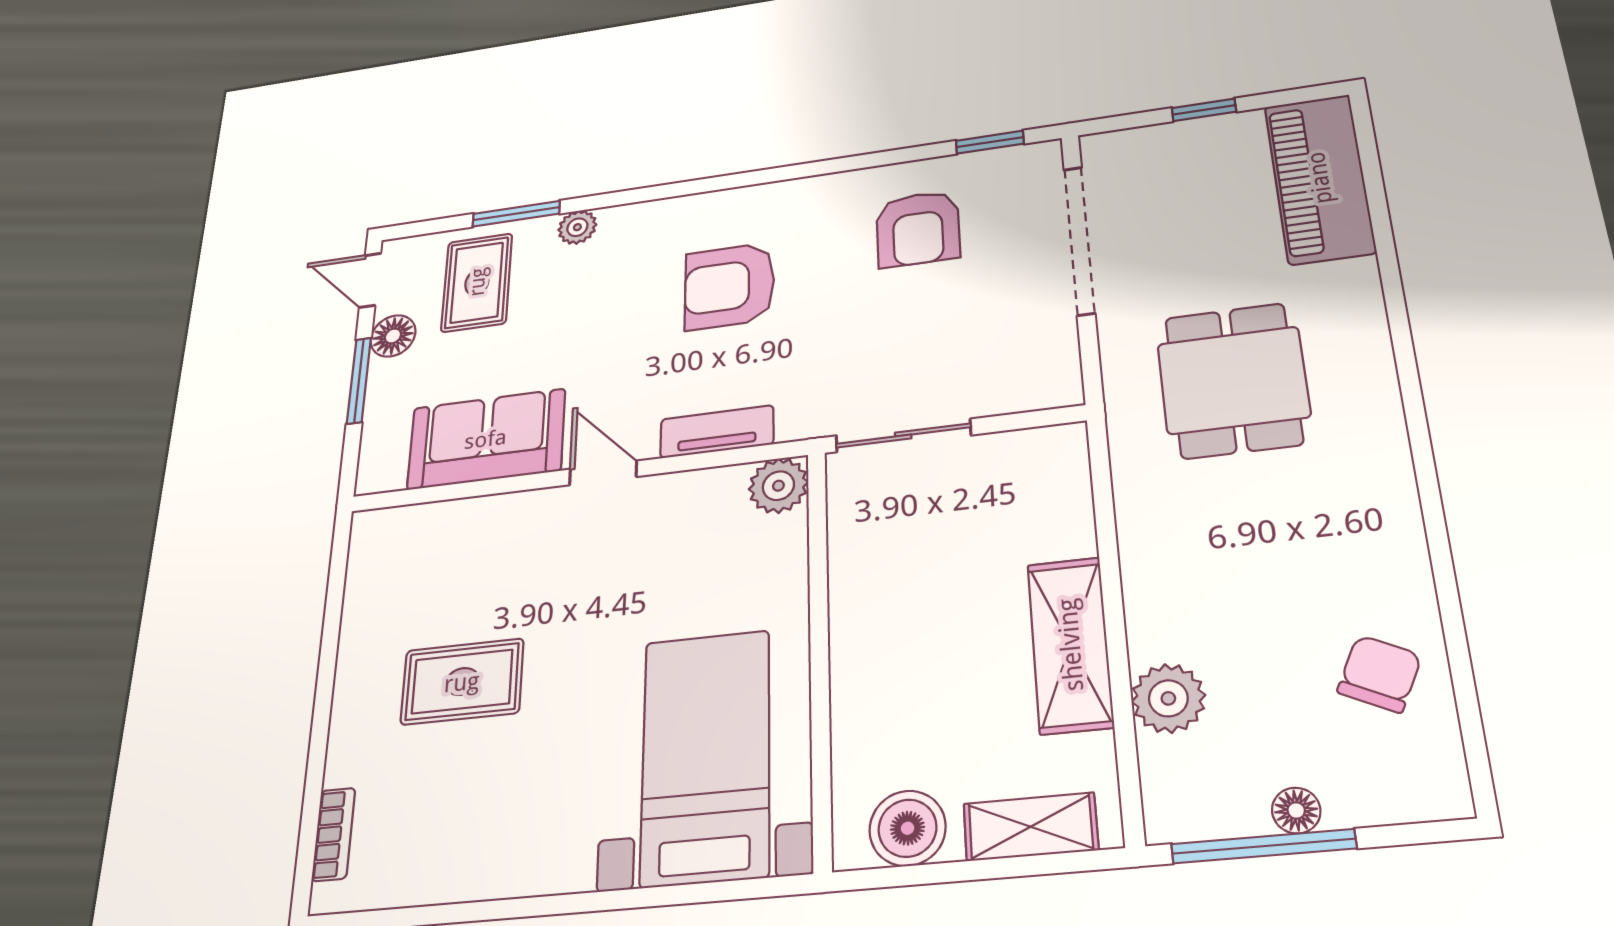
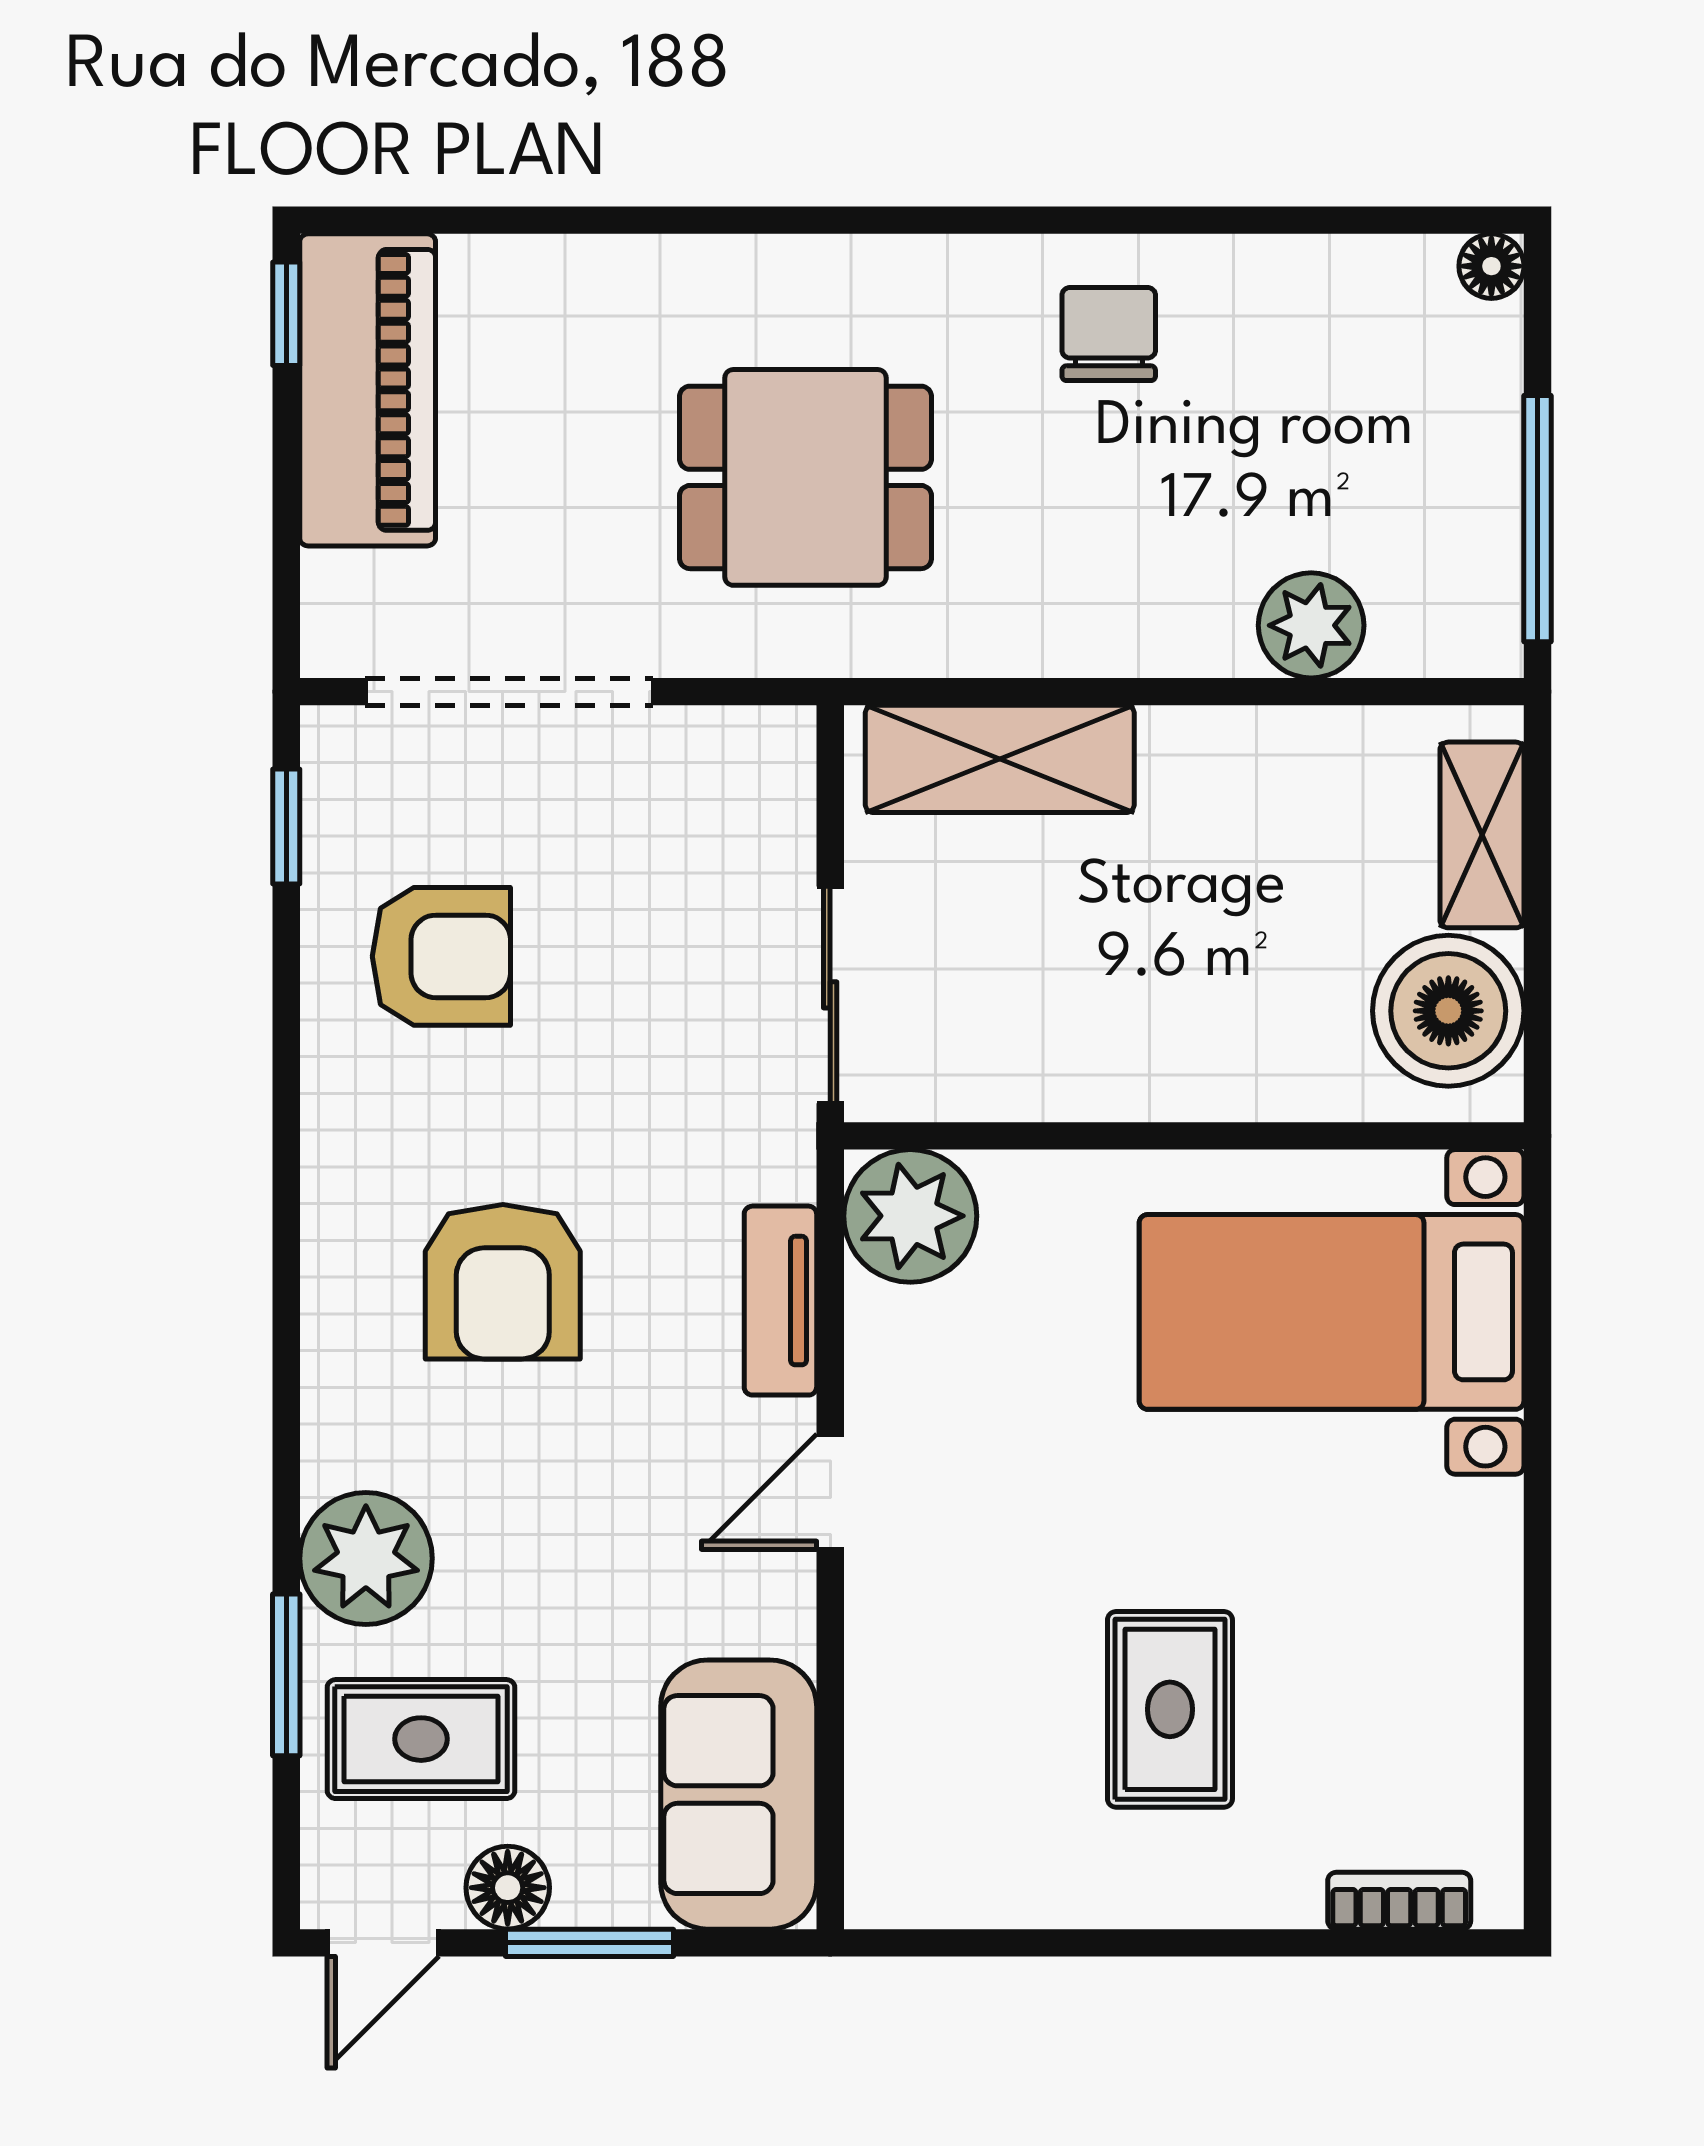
window: (1204, 110) -> (286, 314), moved
piano: (1319, 178) -> (368, 390), moved, turned -90
plant: (577, 227) -> (366, 1558), width x1.88, depth x1.88
sofa: (486, 439) -> (739, 1795), moved
plant: (778, 486) -> (910, 1216), width x1.36, depth x1.36
shelving: (1070, 645) -> (1000, 759), moved
chair: (1379, 674) -> (1109, 334), moved, turned 64
floor lamp: (1296, 810) -> (1491, 266), moved
boiler: (908, 828) -> (1448, 1011), width x1.37, depth x1.37

